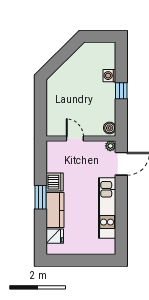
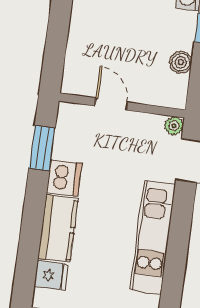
boiler: (110, 128) -> (181, 62), moved
window: (41, 197) -> (42, 148), moved

